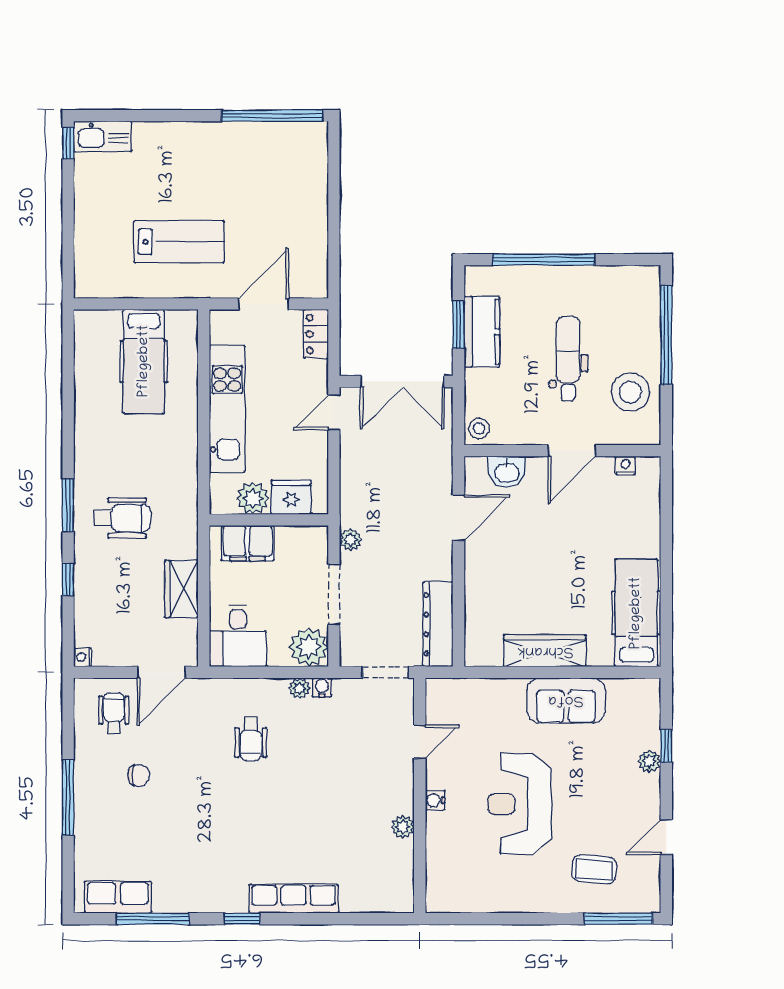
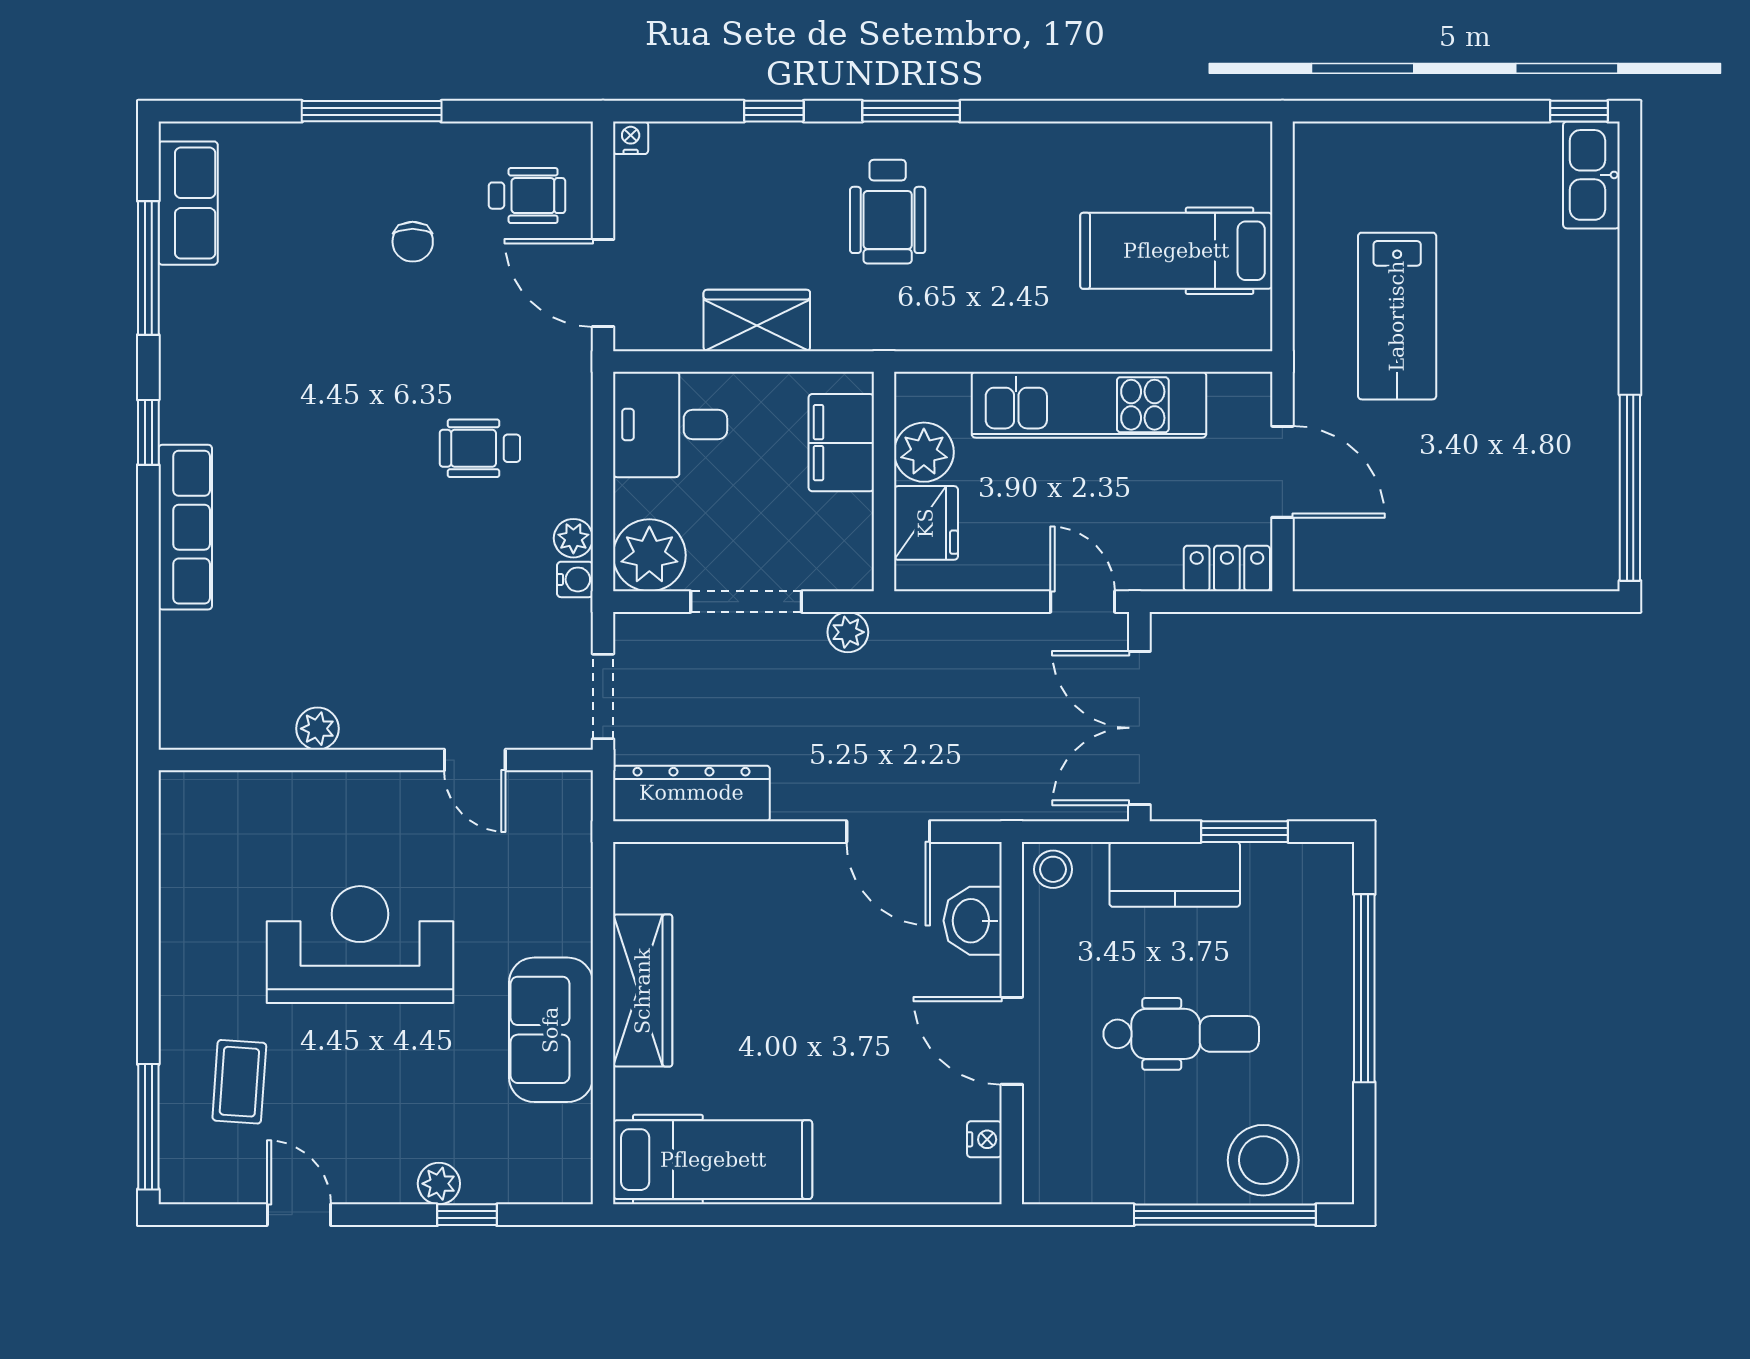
kitchen counter: (482, 332) -> (1175, 874), moved
stool: (630, 392) -> (1263, 1160), moved
water cooler: (435, 800) -> (367, 788), removed

